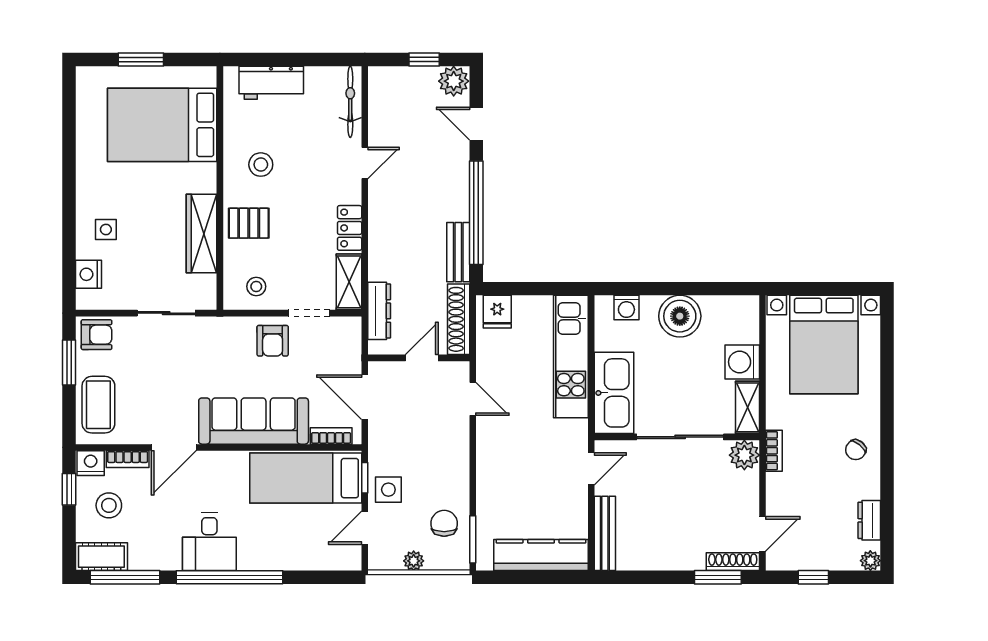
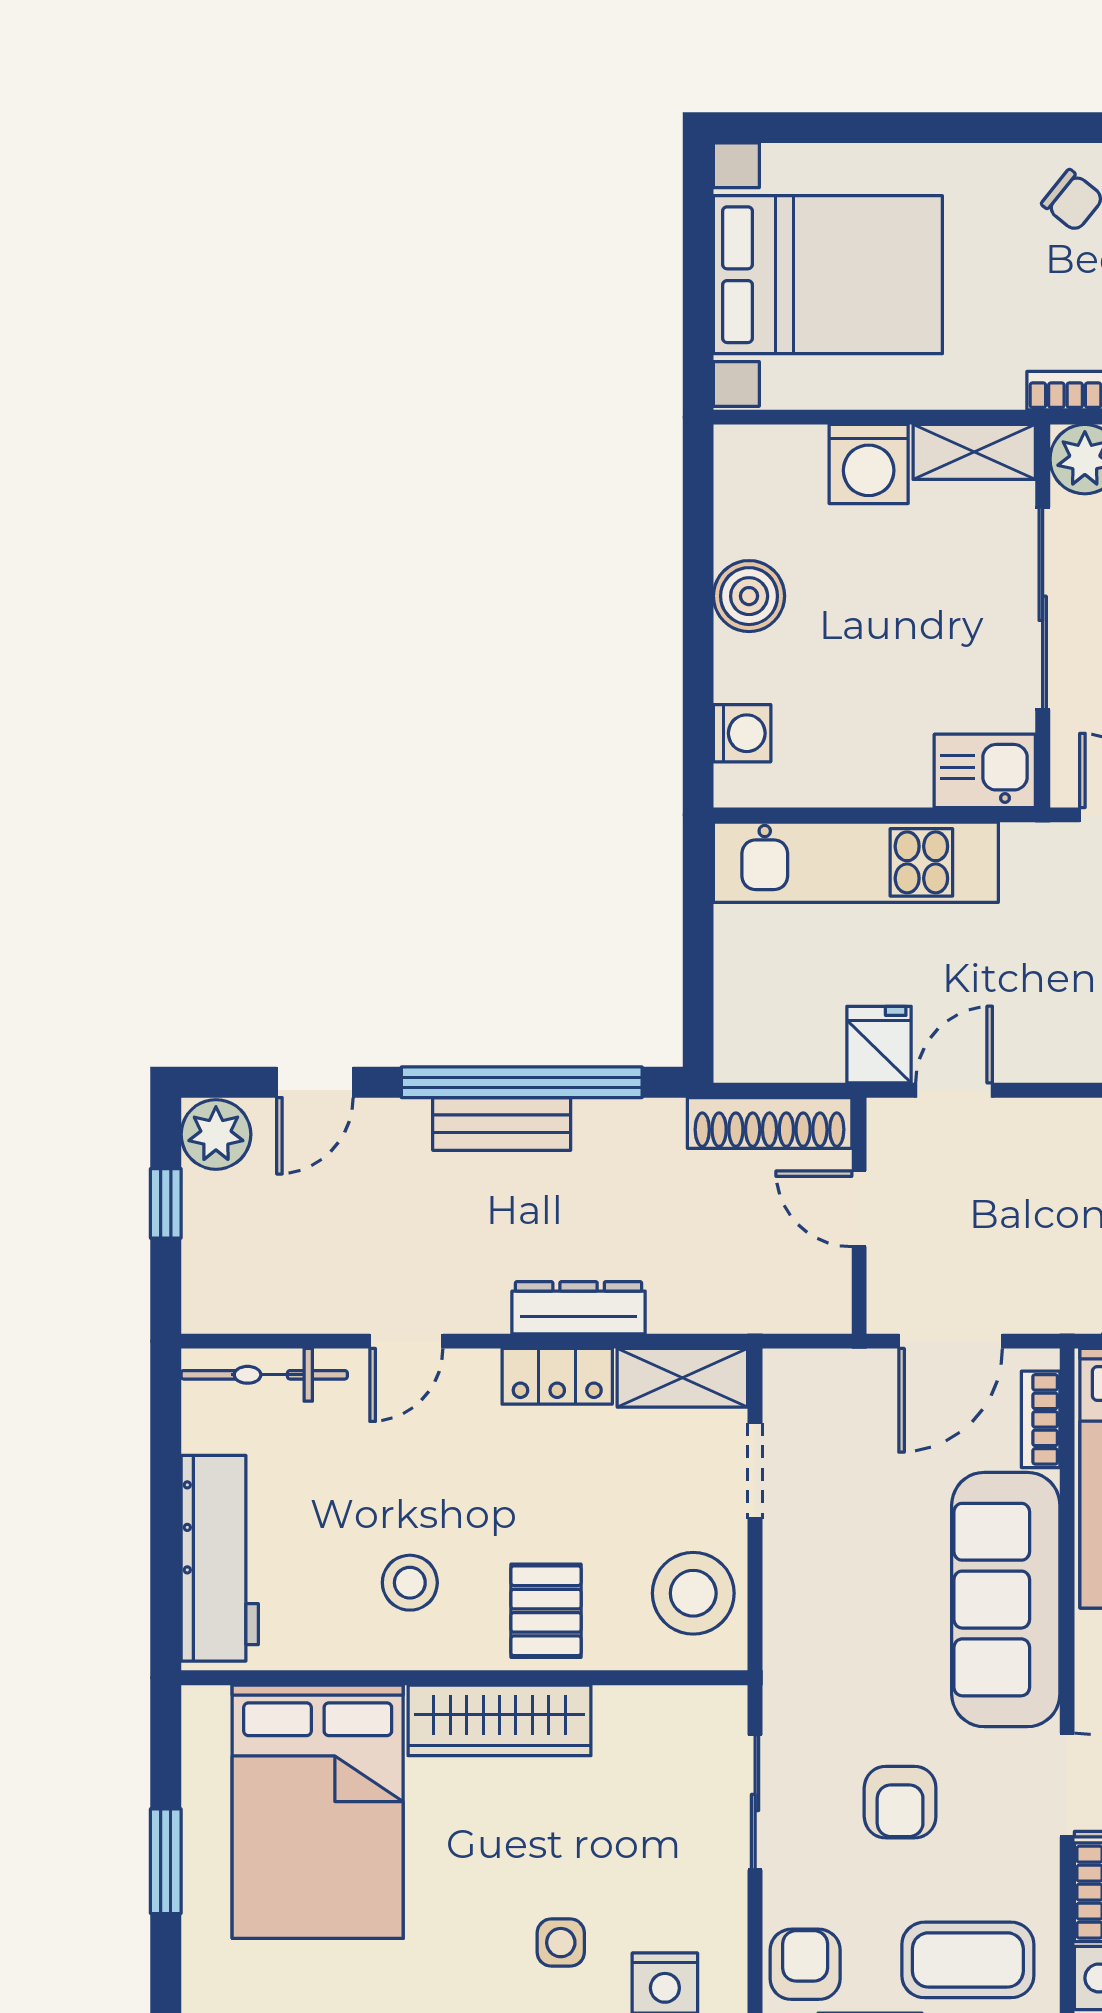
workbench: (271, 83) -> (220, 1558), width x1.38
door: (365, 163) -> (406, 1341), swing flipped
wardrobe: (202, 233) -> (500, 1720), moved
bench: (458, 252) -> (502, 1124), moved
stool: (256, 286) -> (693, 1593), width x1.89, depth x1.89
dresser: (379, 311) -> (579, 1308), moved
fridge: (497, 312) -> (879, 1045), moved, turned -90
boiler: (680, 316) -> (749, 596), width x0.73, depth x0.73
armchair: (273, 341) -> (900, 1802), moved, turned 90
kitchen sink: (614, 393) -> (985, 771), width x0.53, depth x0.81

